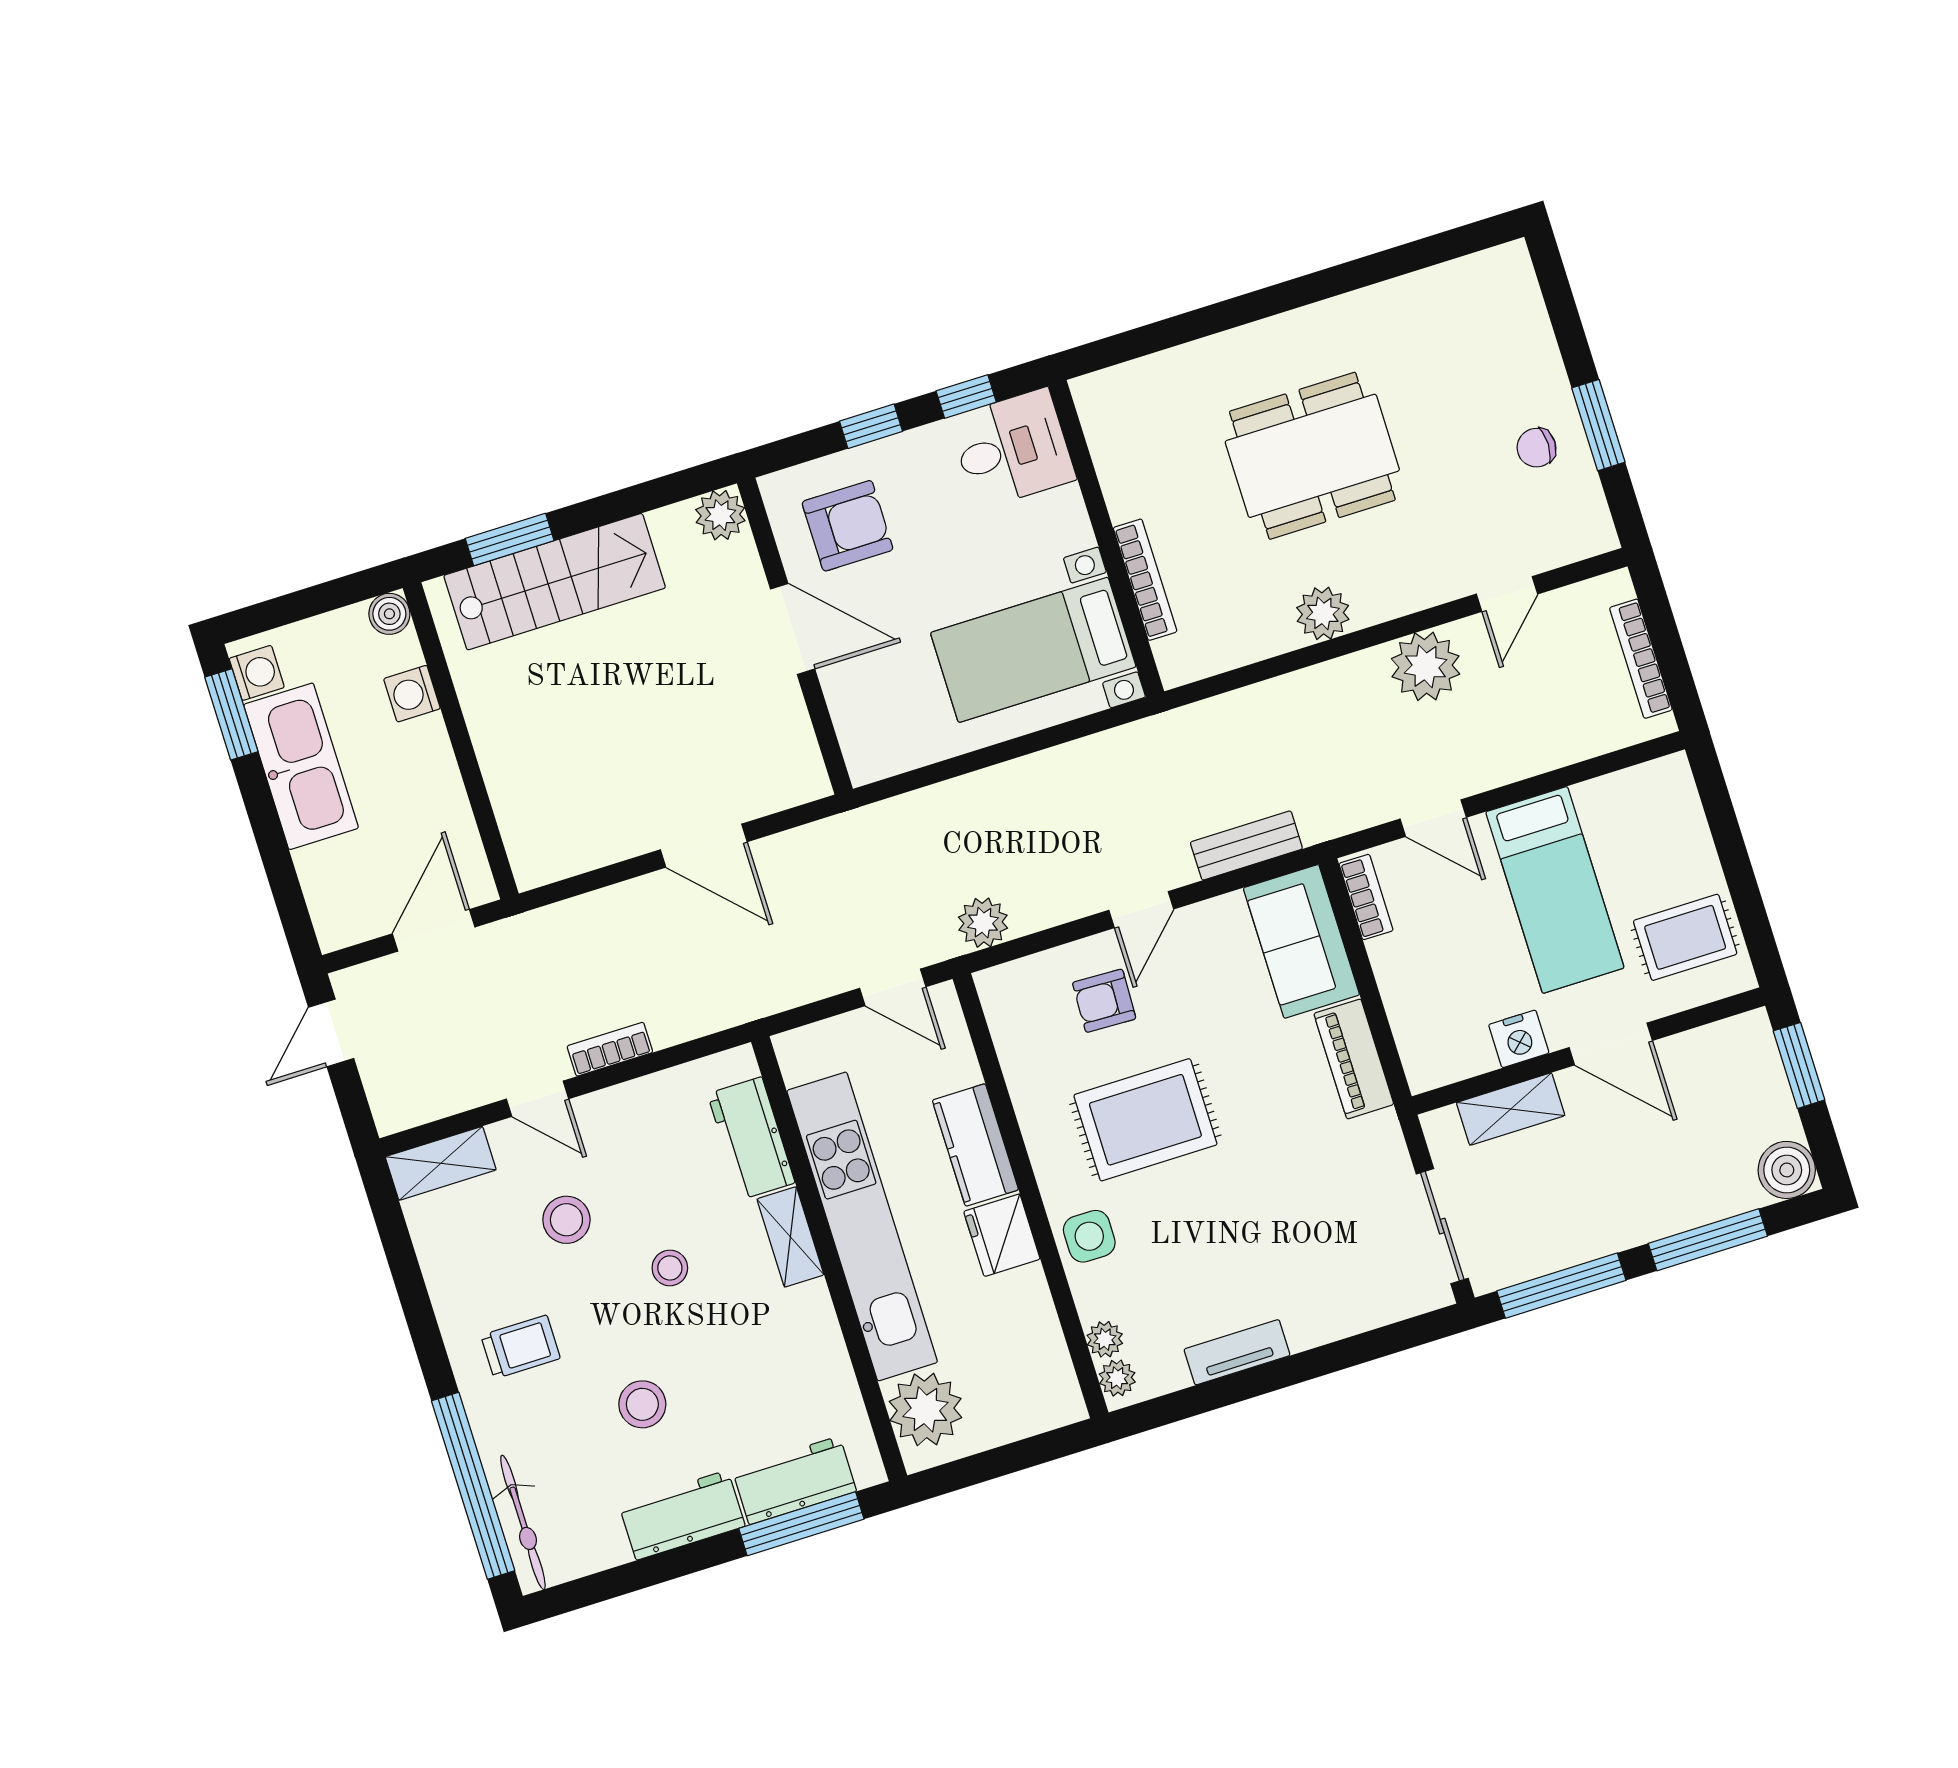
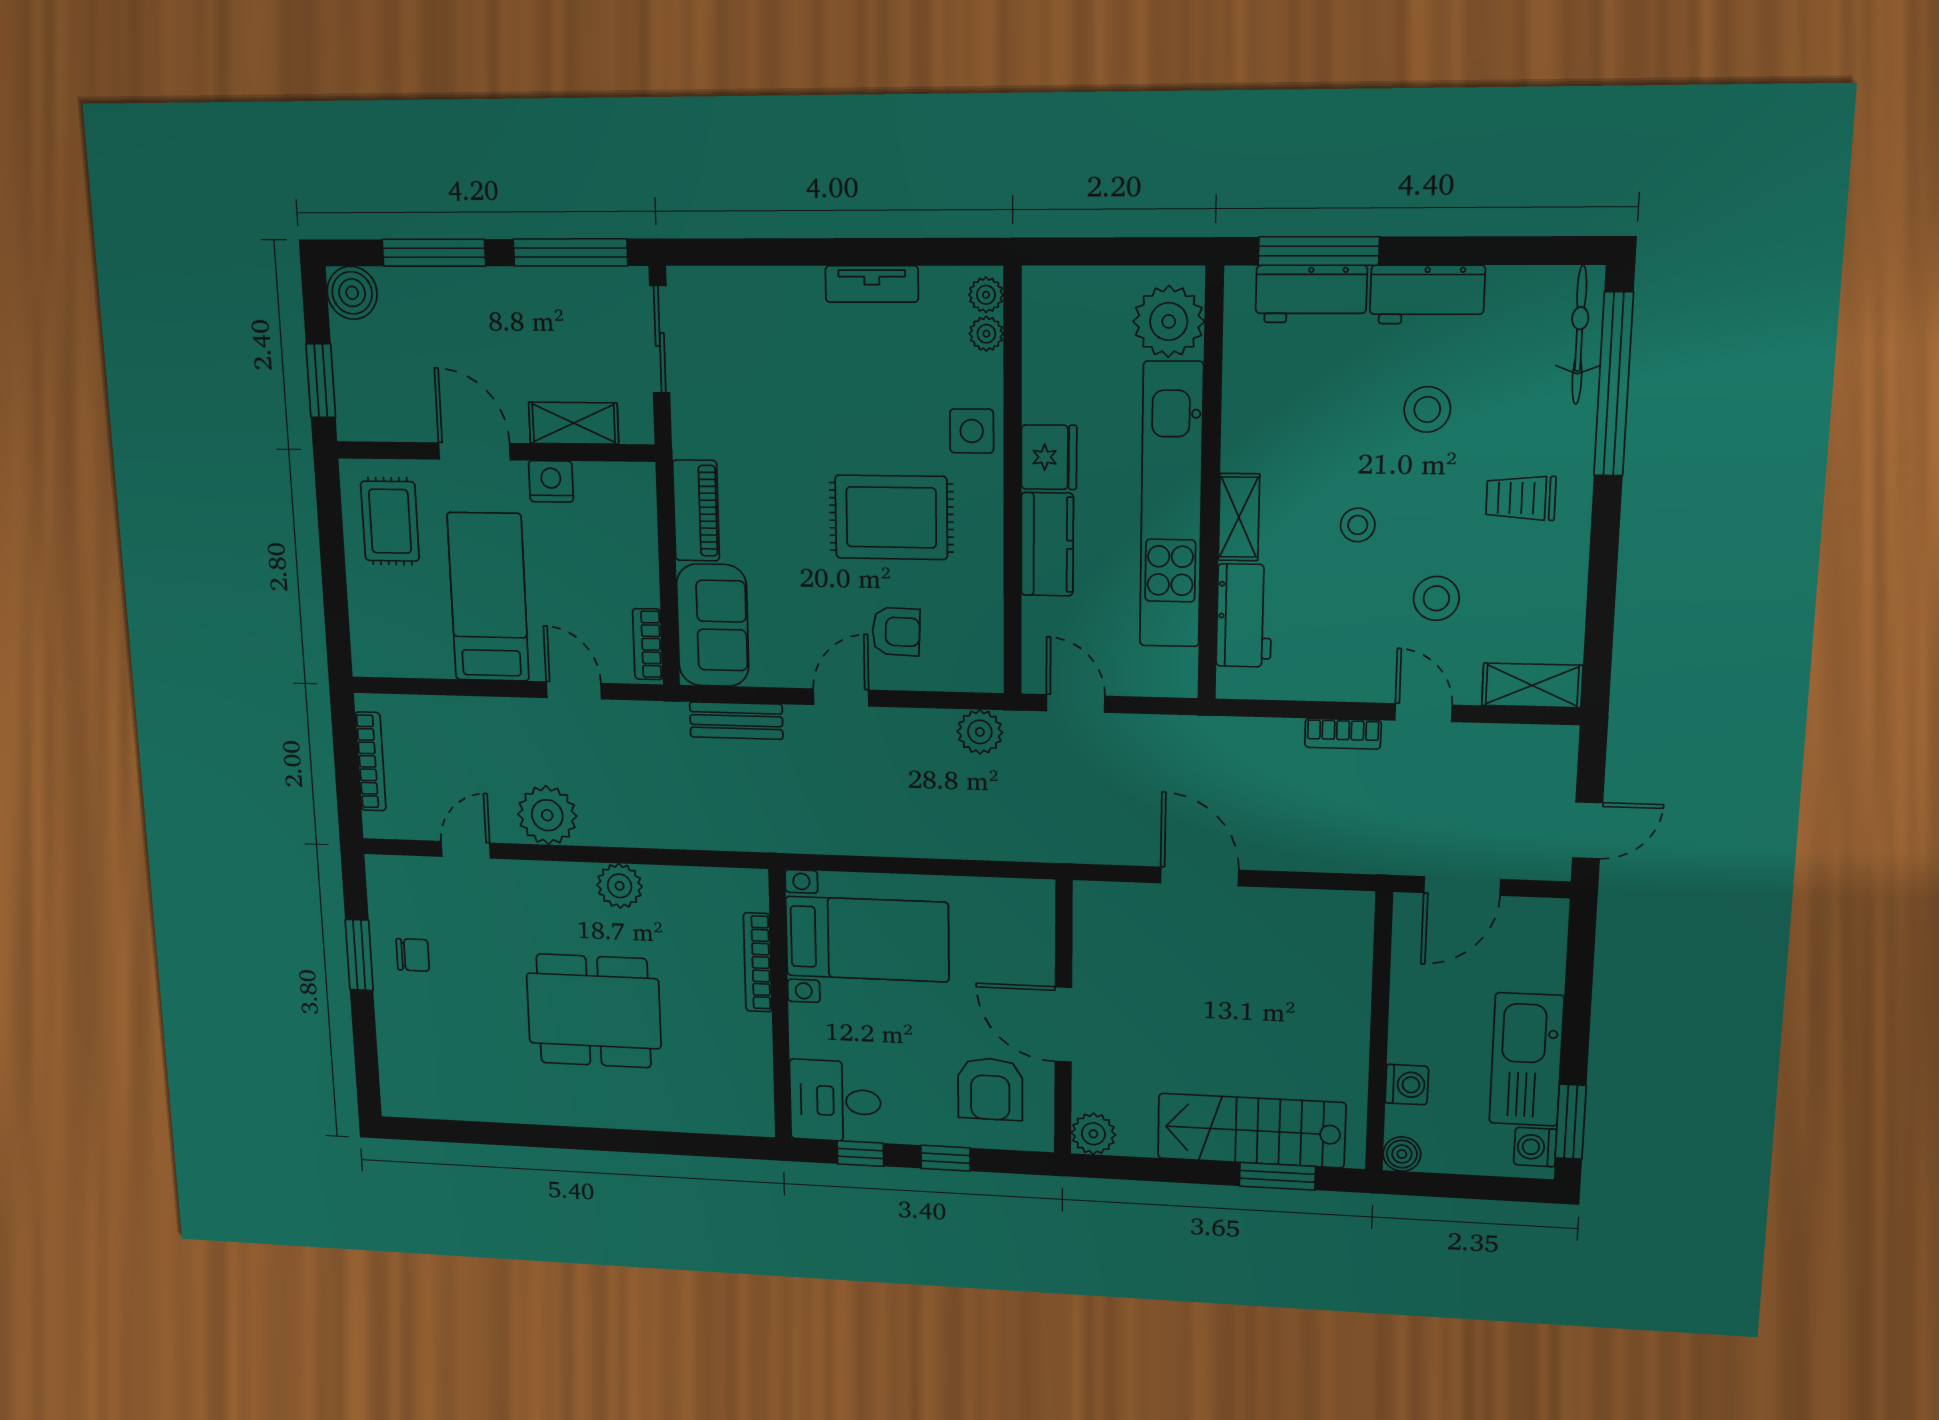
armchair: (848, 526) -> (990, 1089), turned -90
rug: (1685, 937) -> (390, 521), turned 90

